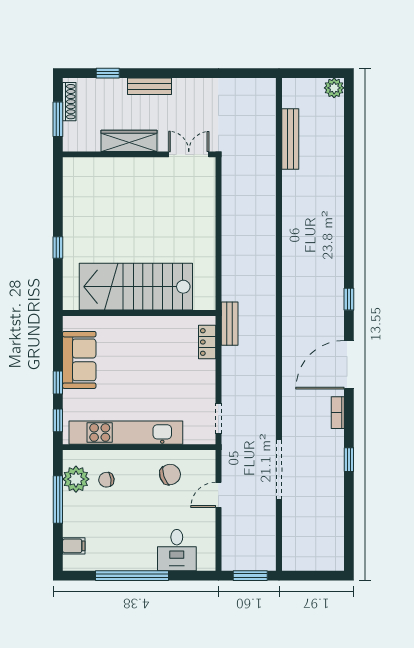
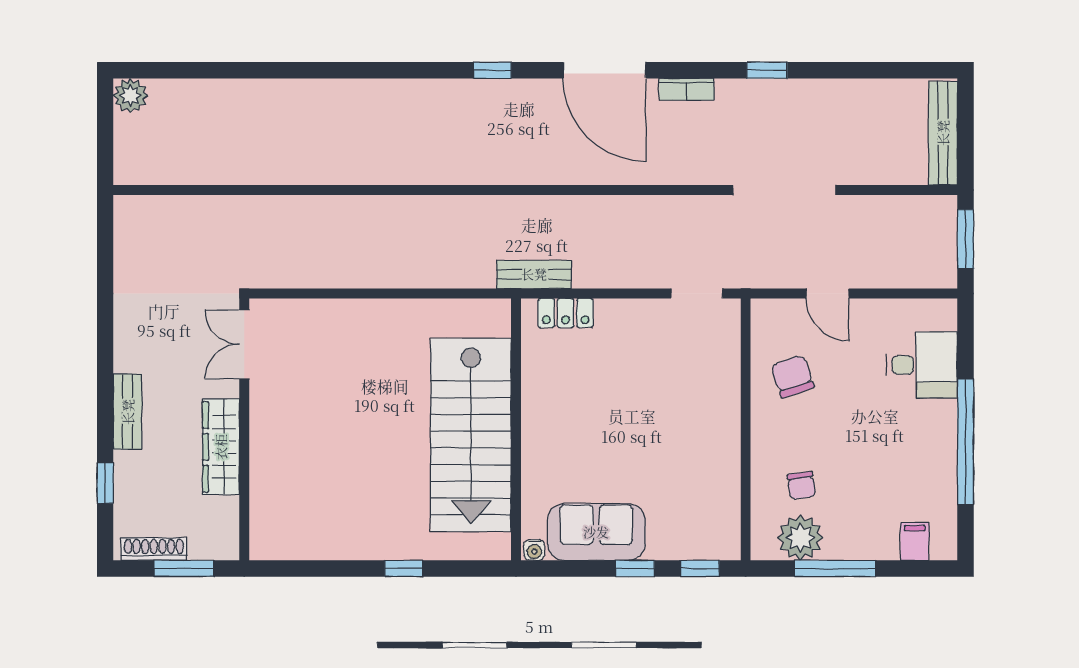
bench: (290, 139) -> (943, 133), moved, turned 90
water cooler: (69, 324) -> (534, 550), added
kitchen unit: (126, 433) -> (721, 452), removed

